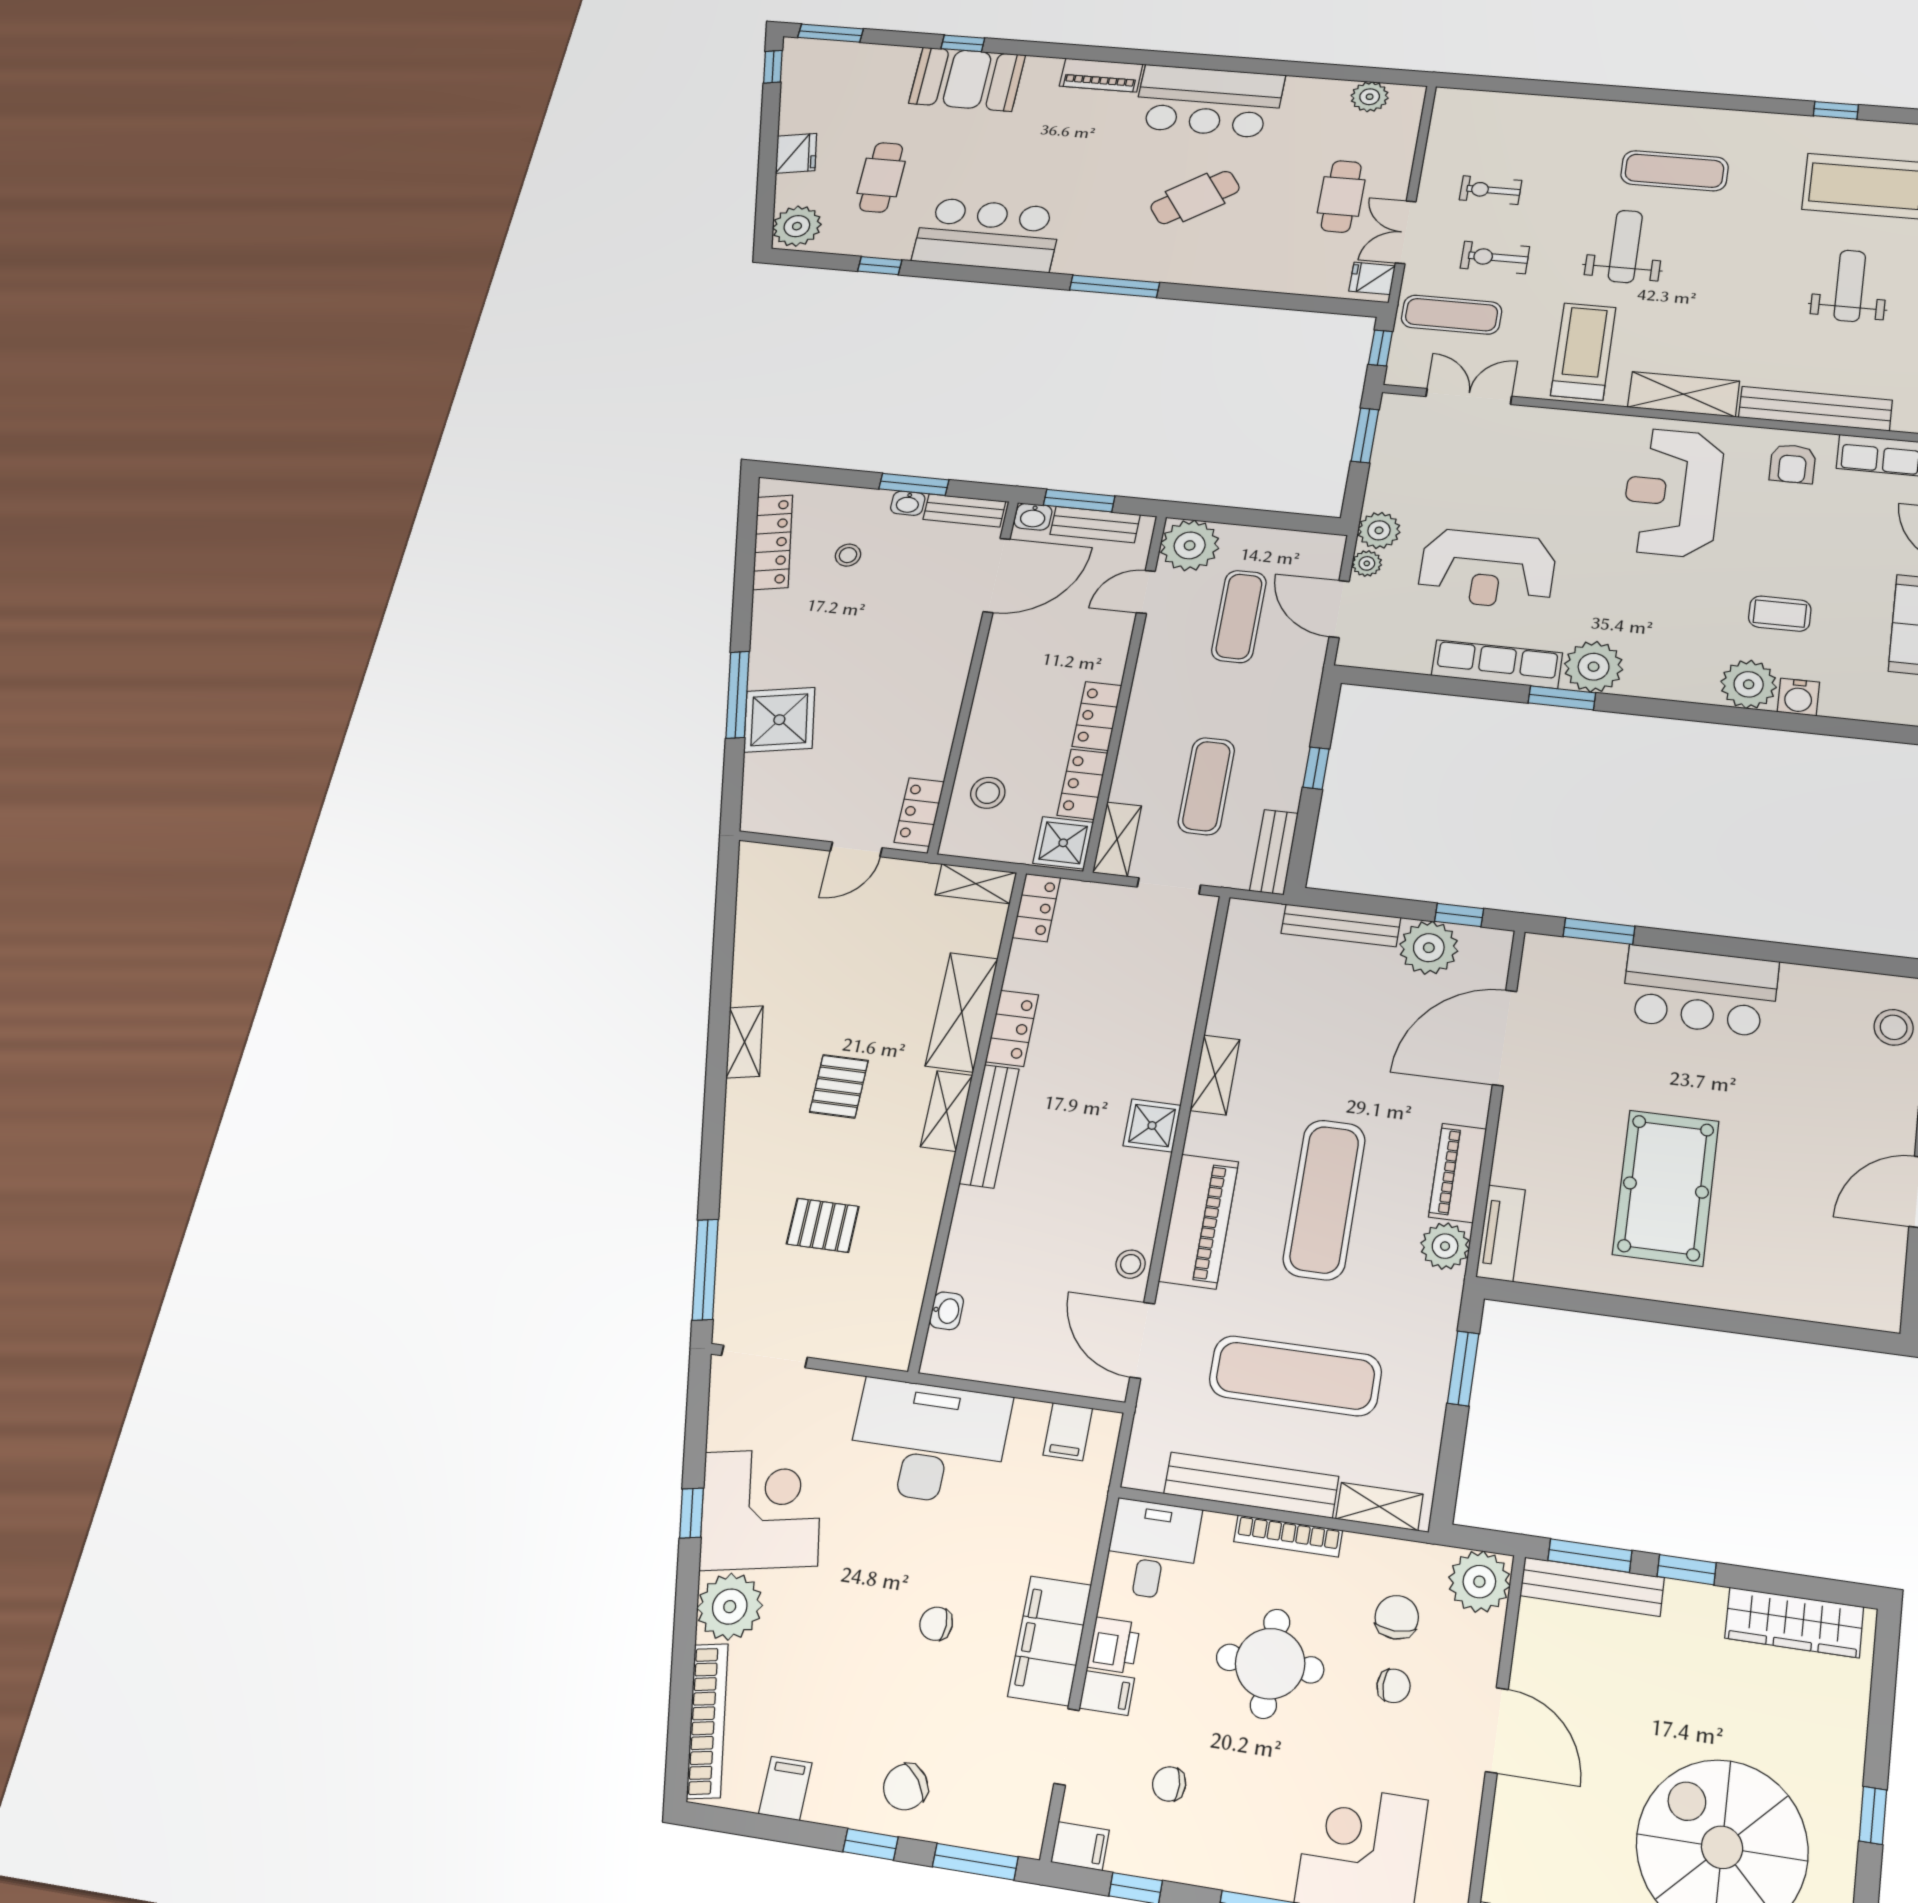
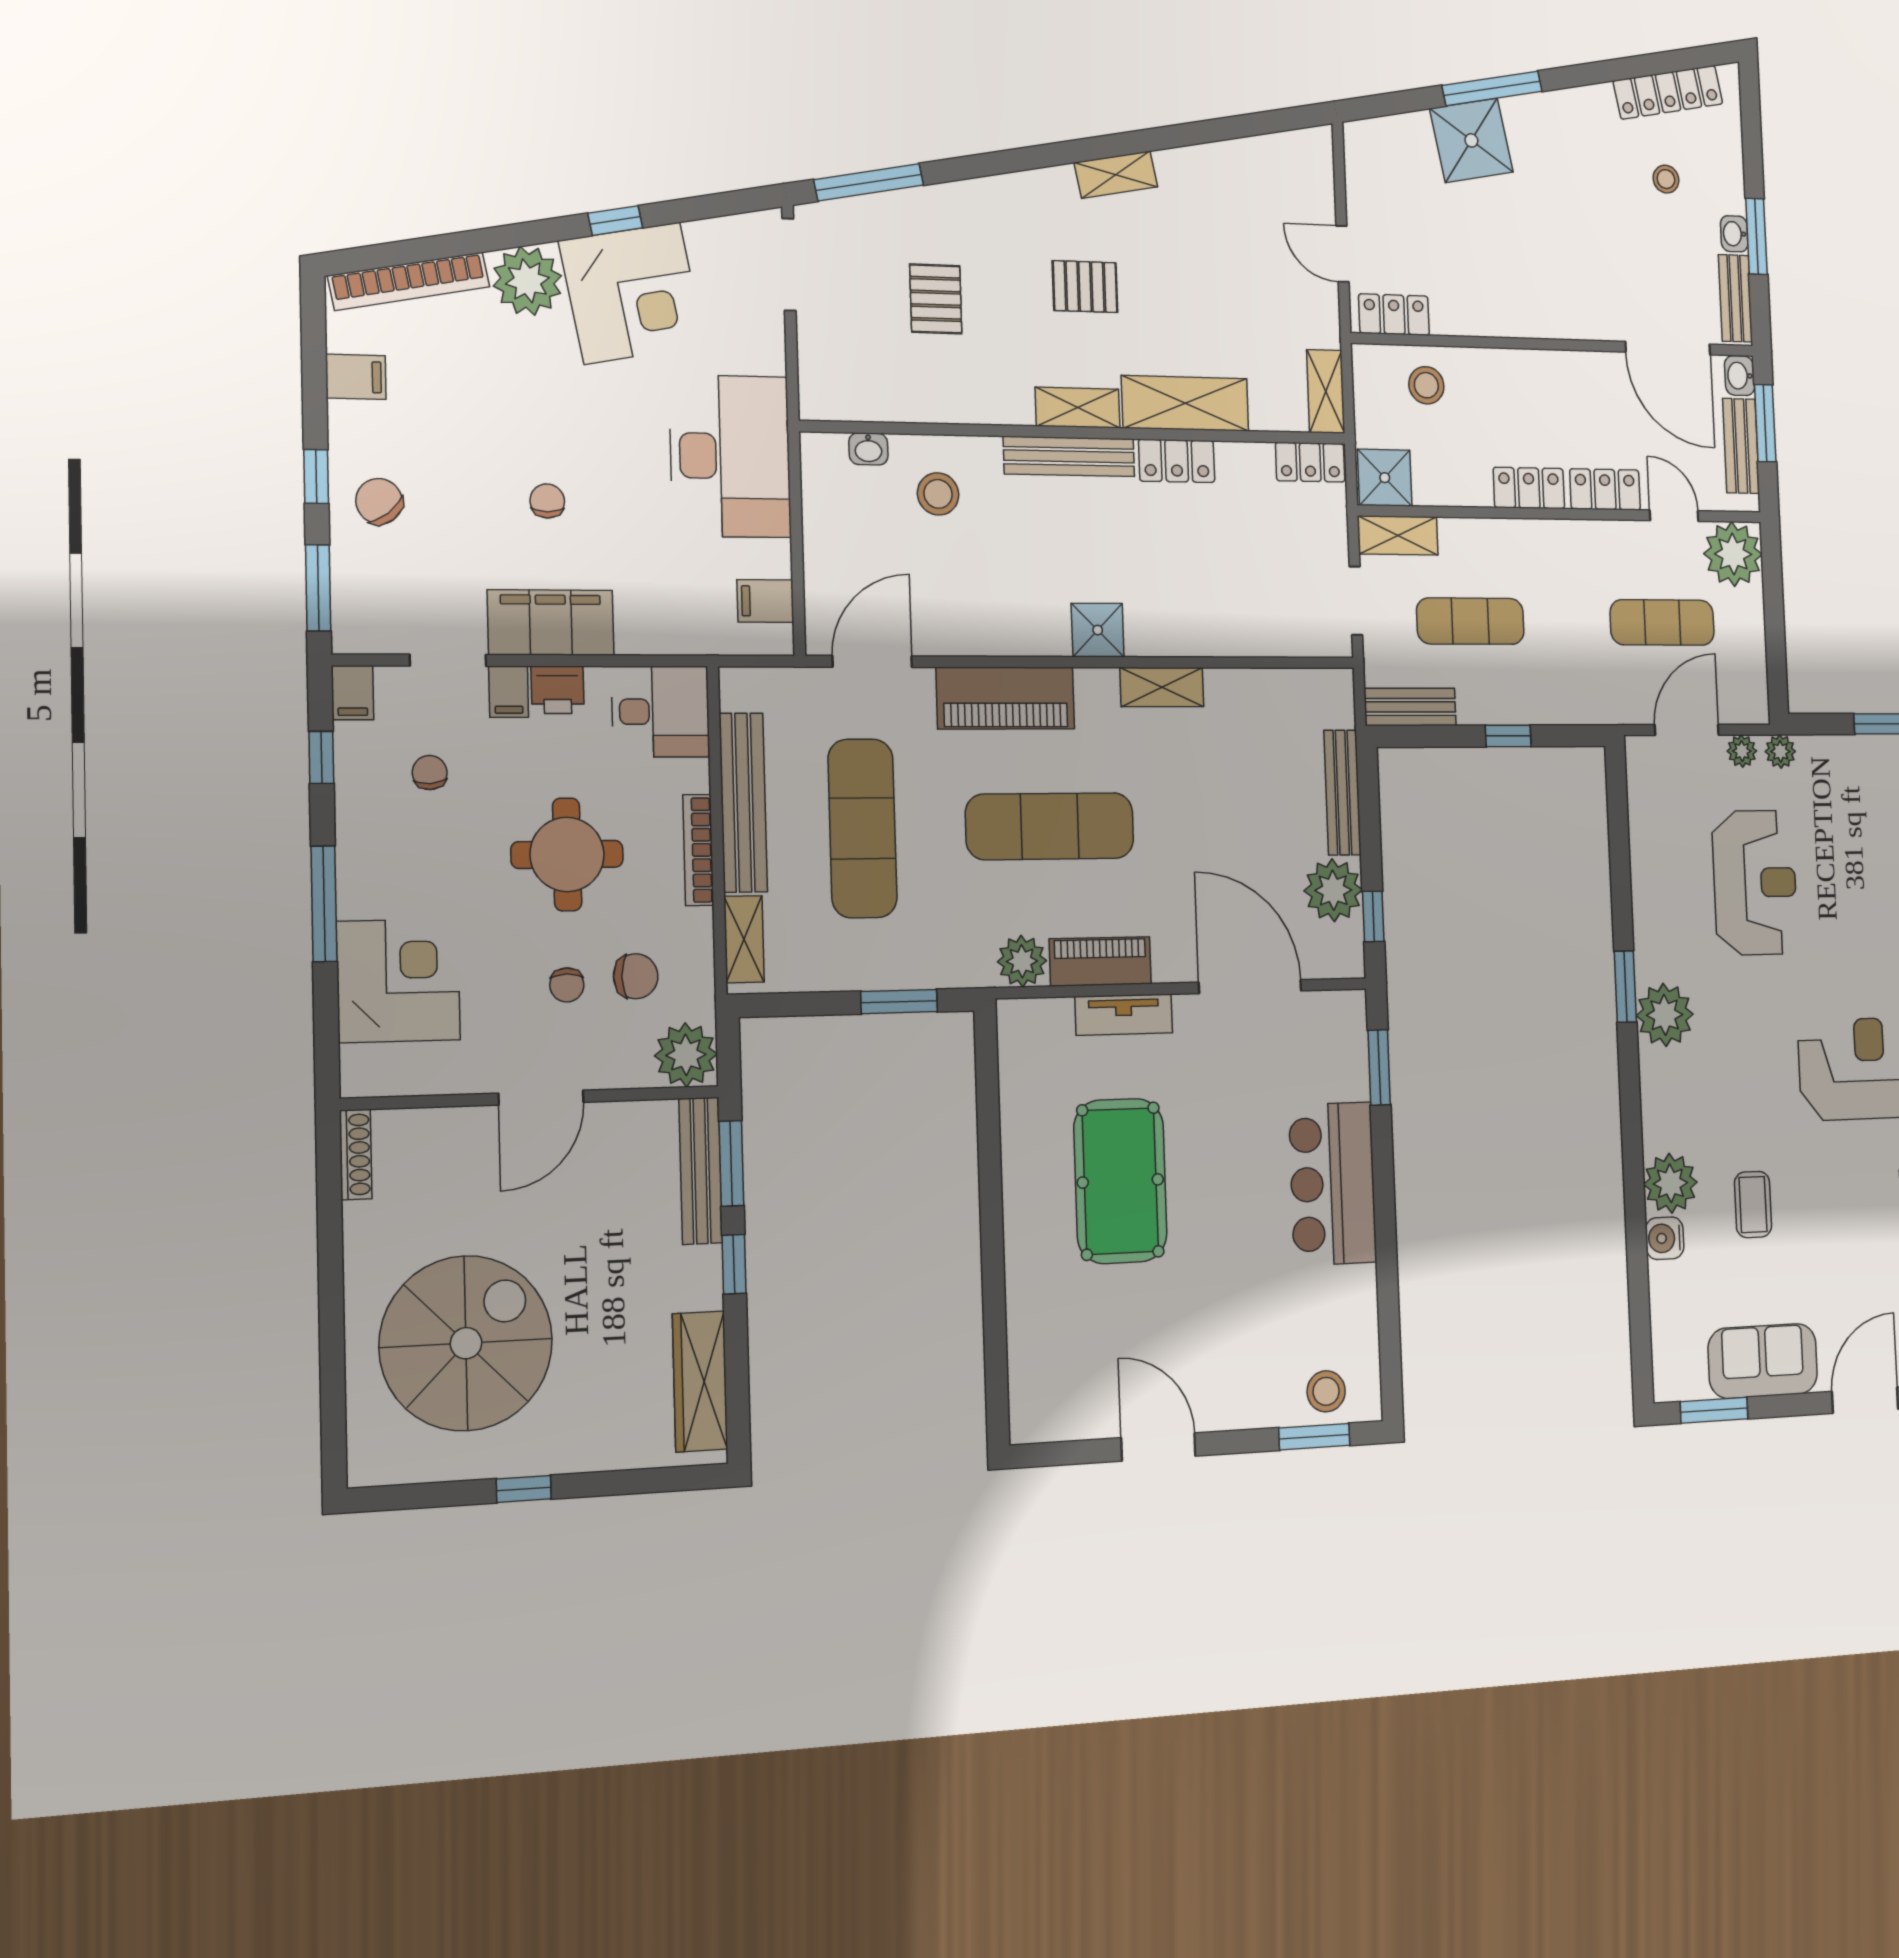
plant: (1379, 530) -> (1780, 751), width x0.73, depth x0.73
reception desk: (1487, 569) -> (1755, 883), turned 180
row of seats: (1497, 664) -> (1652, 911), removed
locker: (1083, 784) -> (1605, 489), moved
pool table: (1666, 1188) -> (1120, 1181), turned 90
tv unit: (1501, 1233) -> (1124, 1015), moved
stool: (1131, 1264) -> (938, 494), moved, width x1.37, depth x1.37

